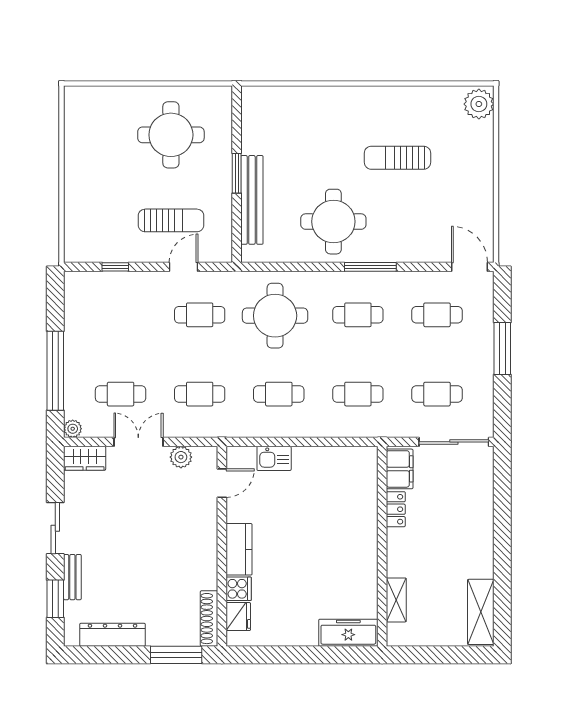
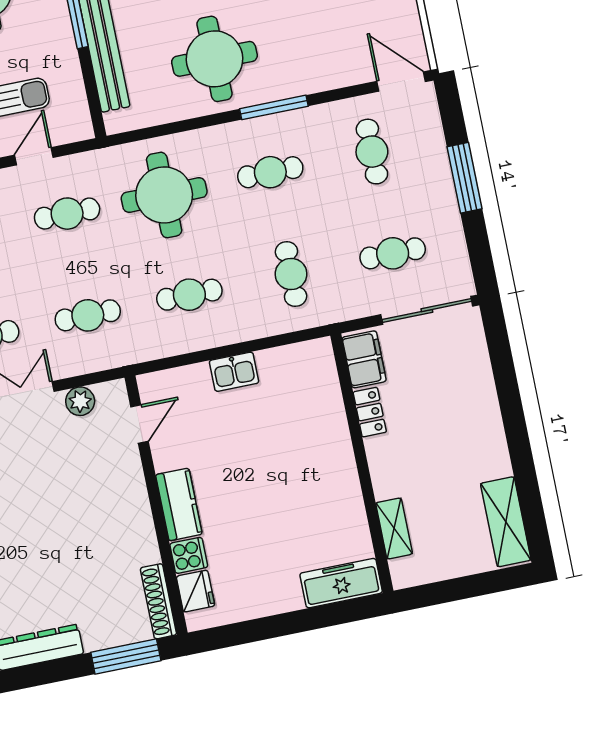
cafe table: (437, 315) -> (372, 152), turned 90
cafe table: (358, 394) -> (291, 274), turned 90
kitchen sink: (274, 458) -> (234, 372), moved

